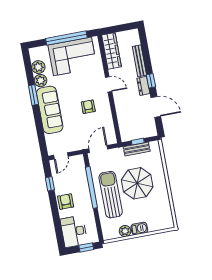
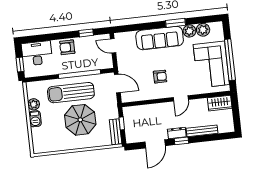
wardrobe: (111, 51) -> (220, 103), width x0.67
bench: (137, 149) -> (116, 132), moved
sun lounger: (111, 195) -> (71, 93), turned 180
armchair: (66, 202) -> (67, 47), turned 180

